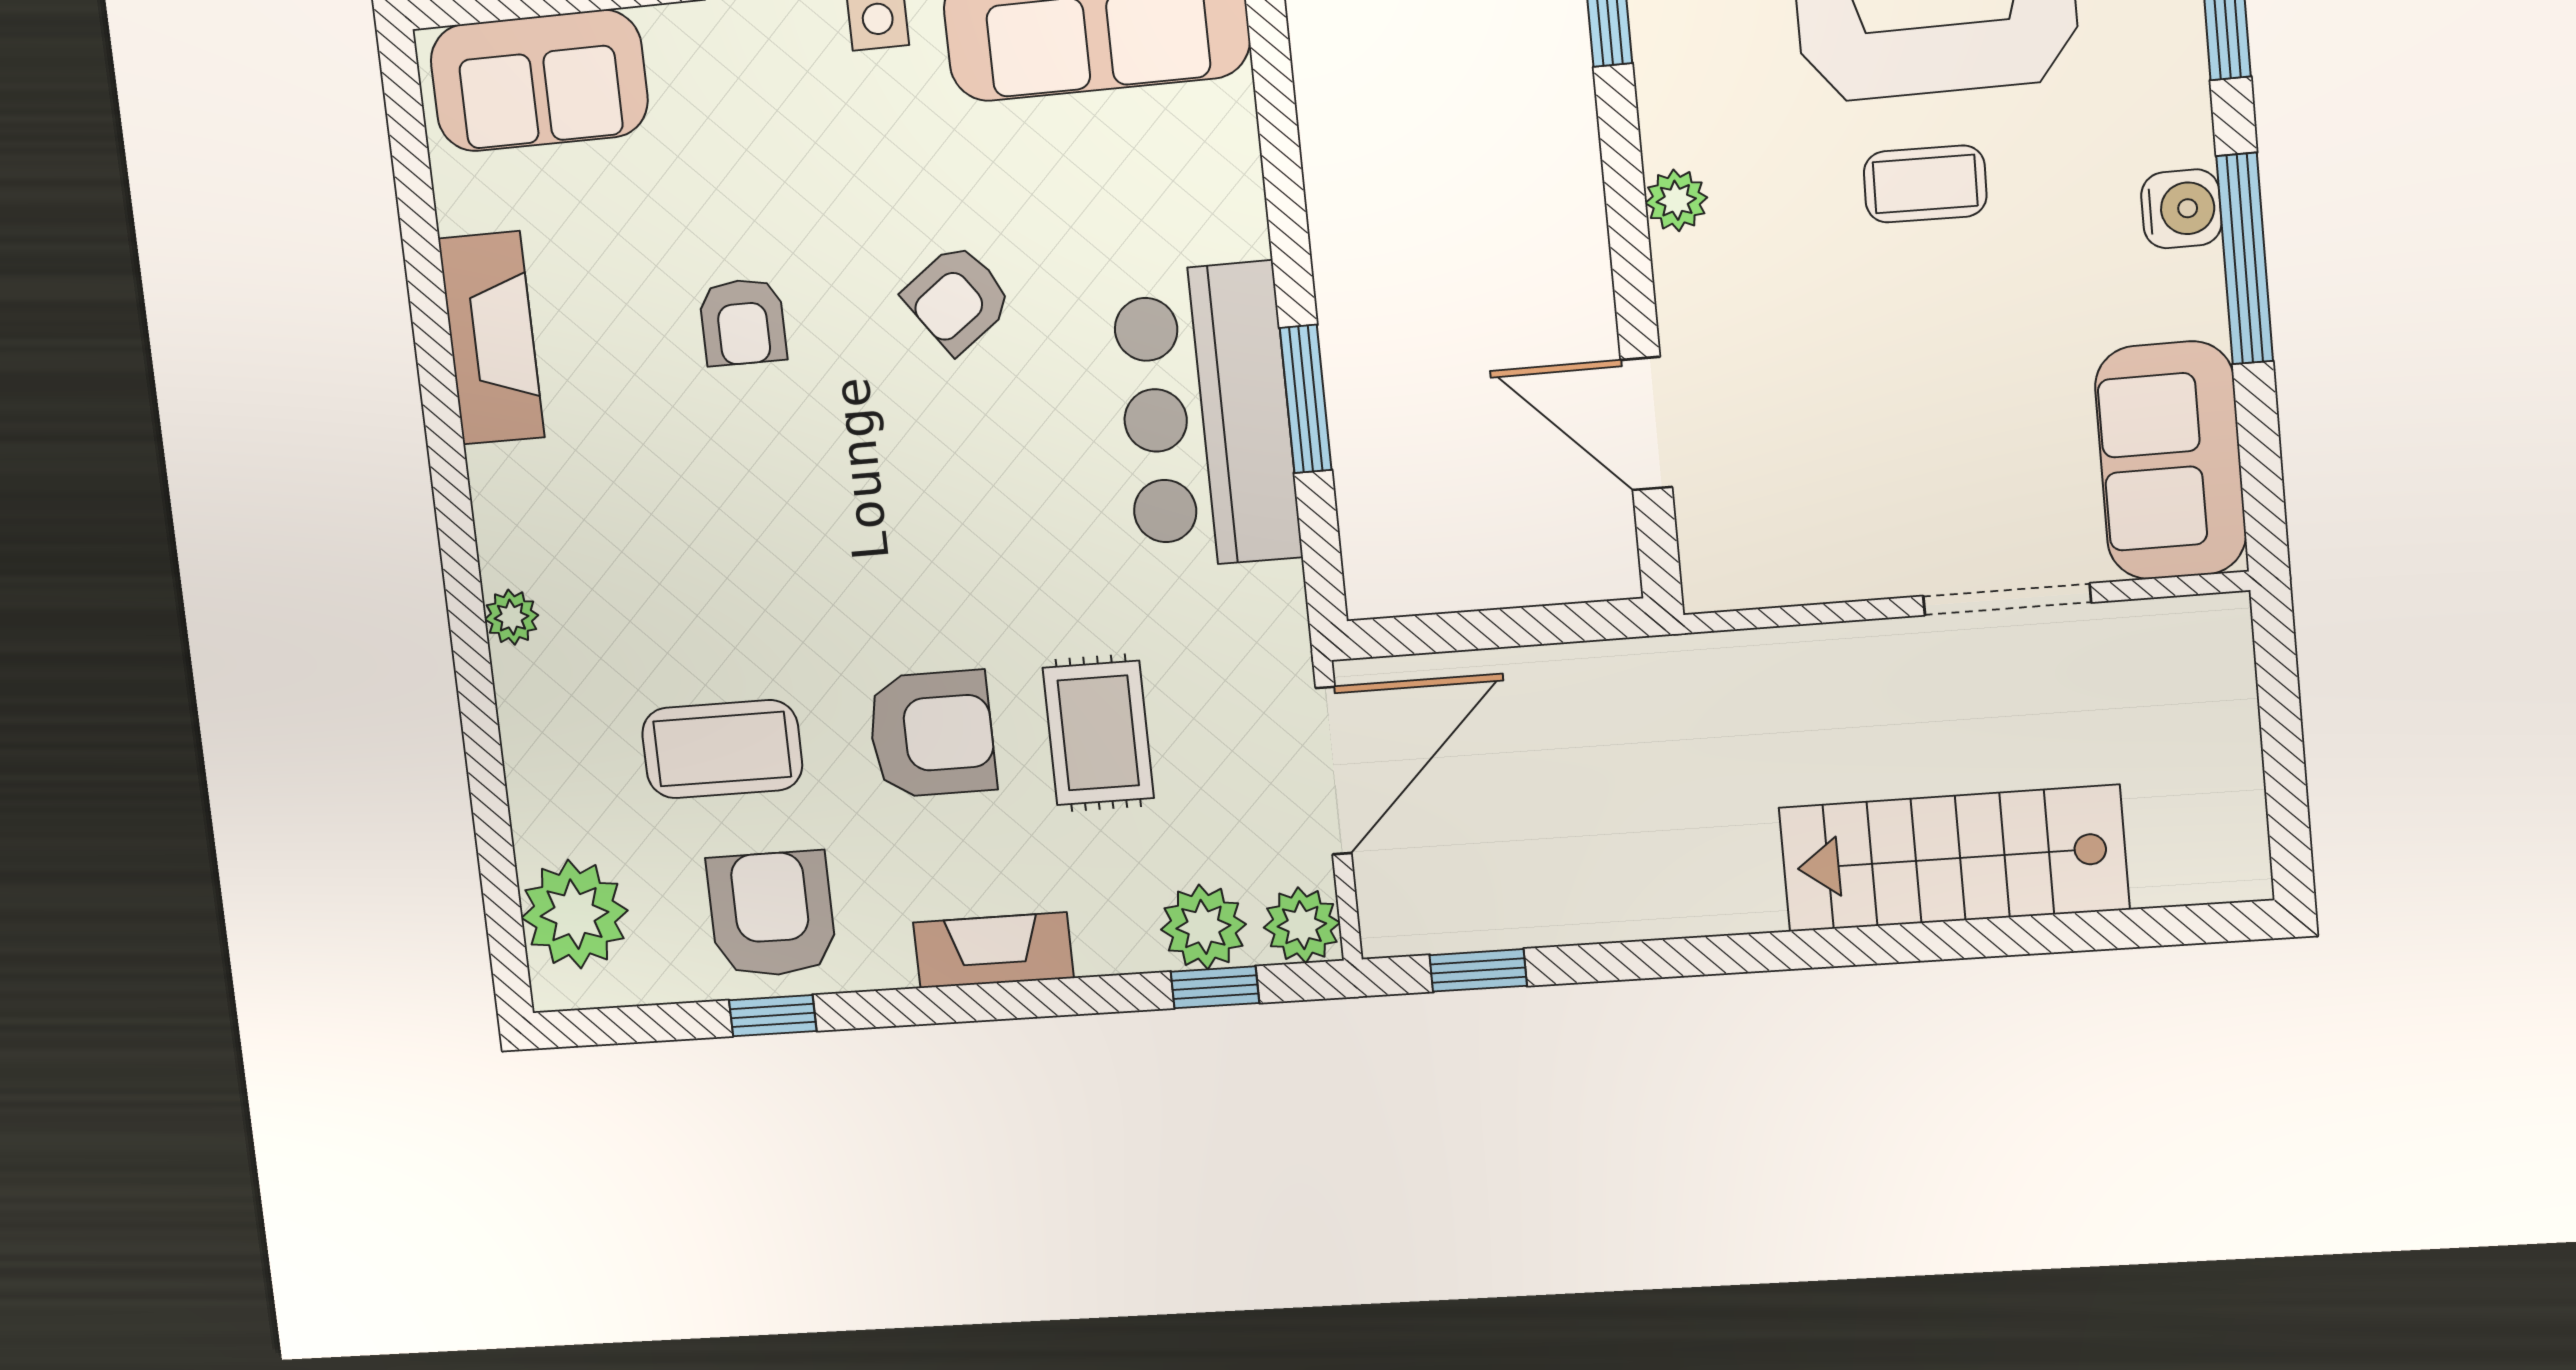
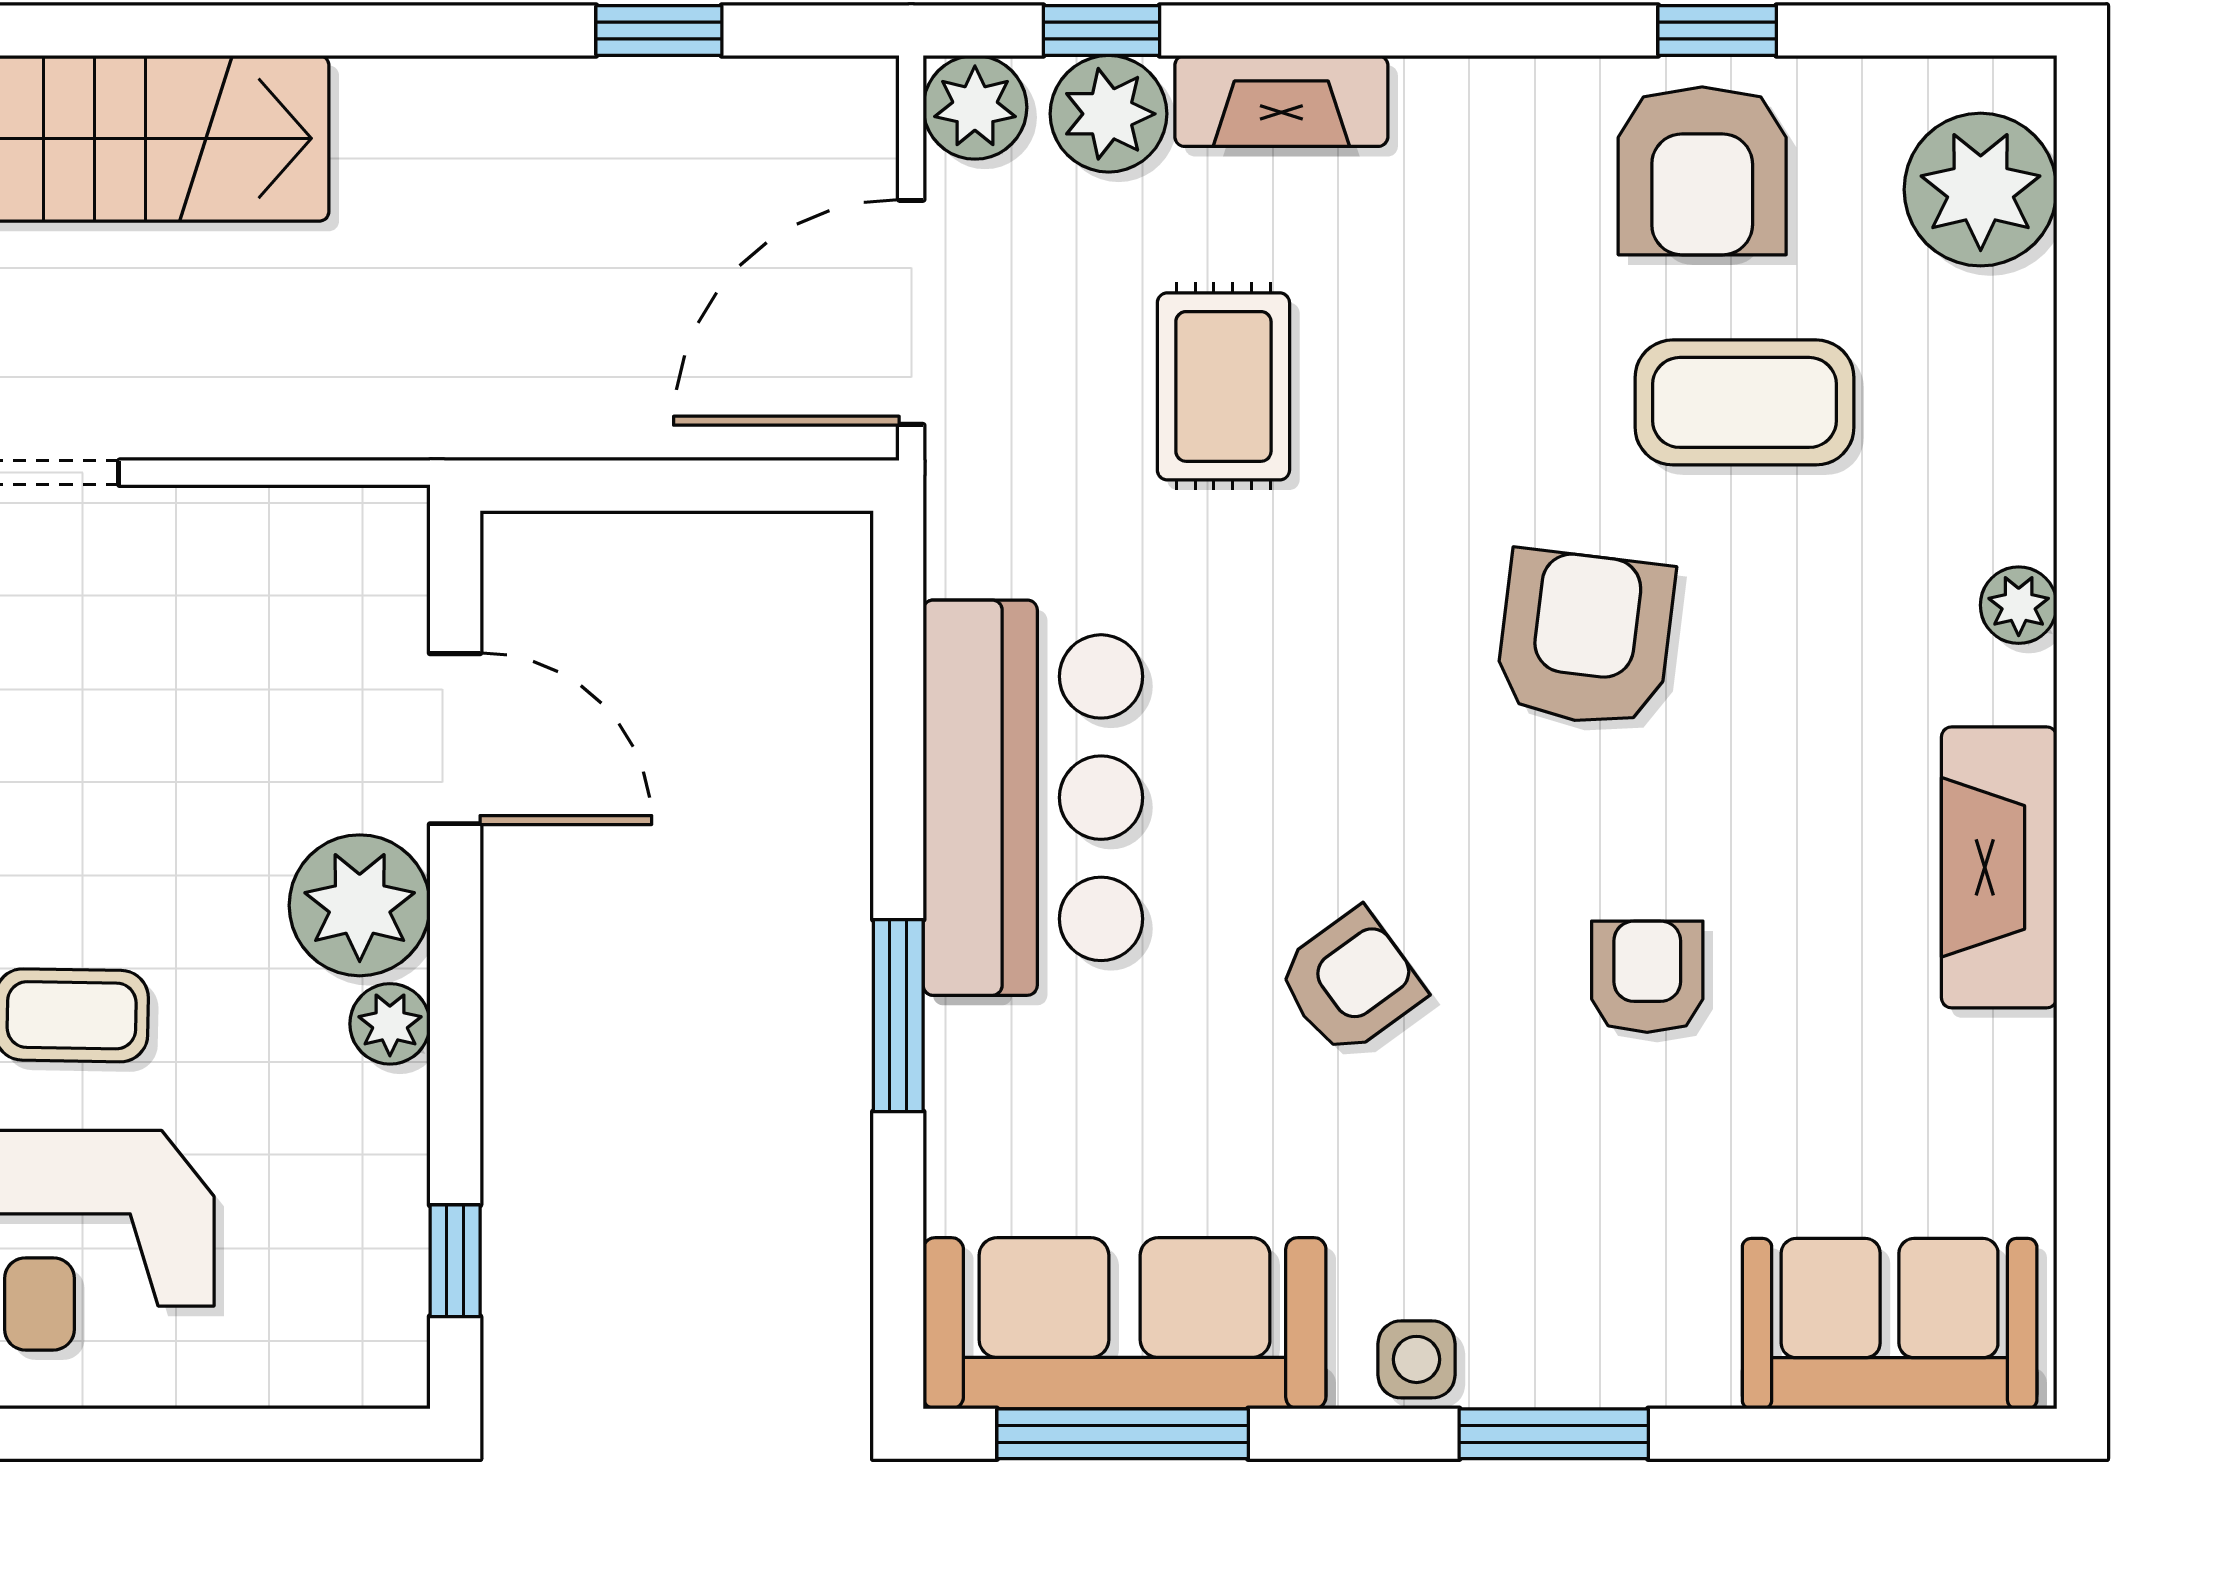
plant: (1708, 290) -> (360, 905), added
fireplace: (491, 338) -> (1999, 867), moved
window: (1306, 399) -> (898, 1016), moved
armchair: (932, 734) -> (1585, 639), moved, turned 97
fireplace: (993, 950) -> (1281, 101), moved
window: (1478, 970) -> (659, 31), moved

